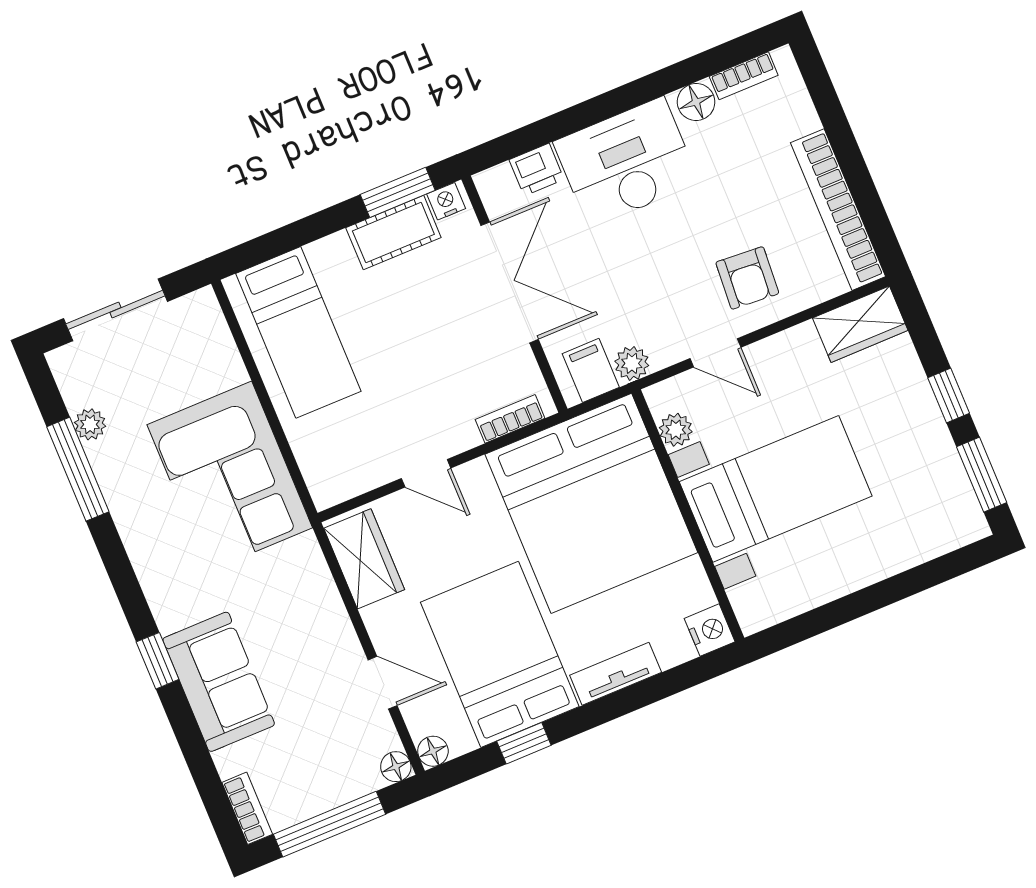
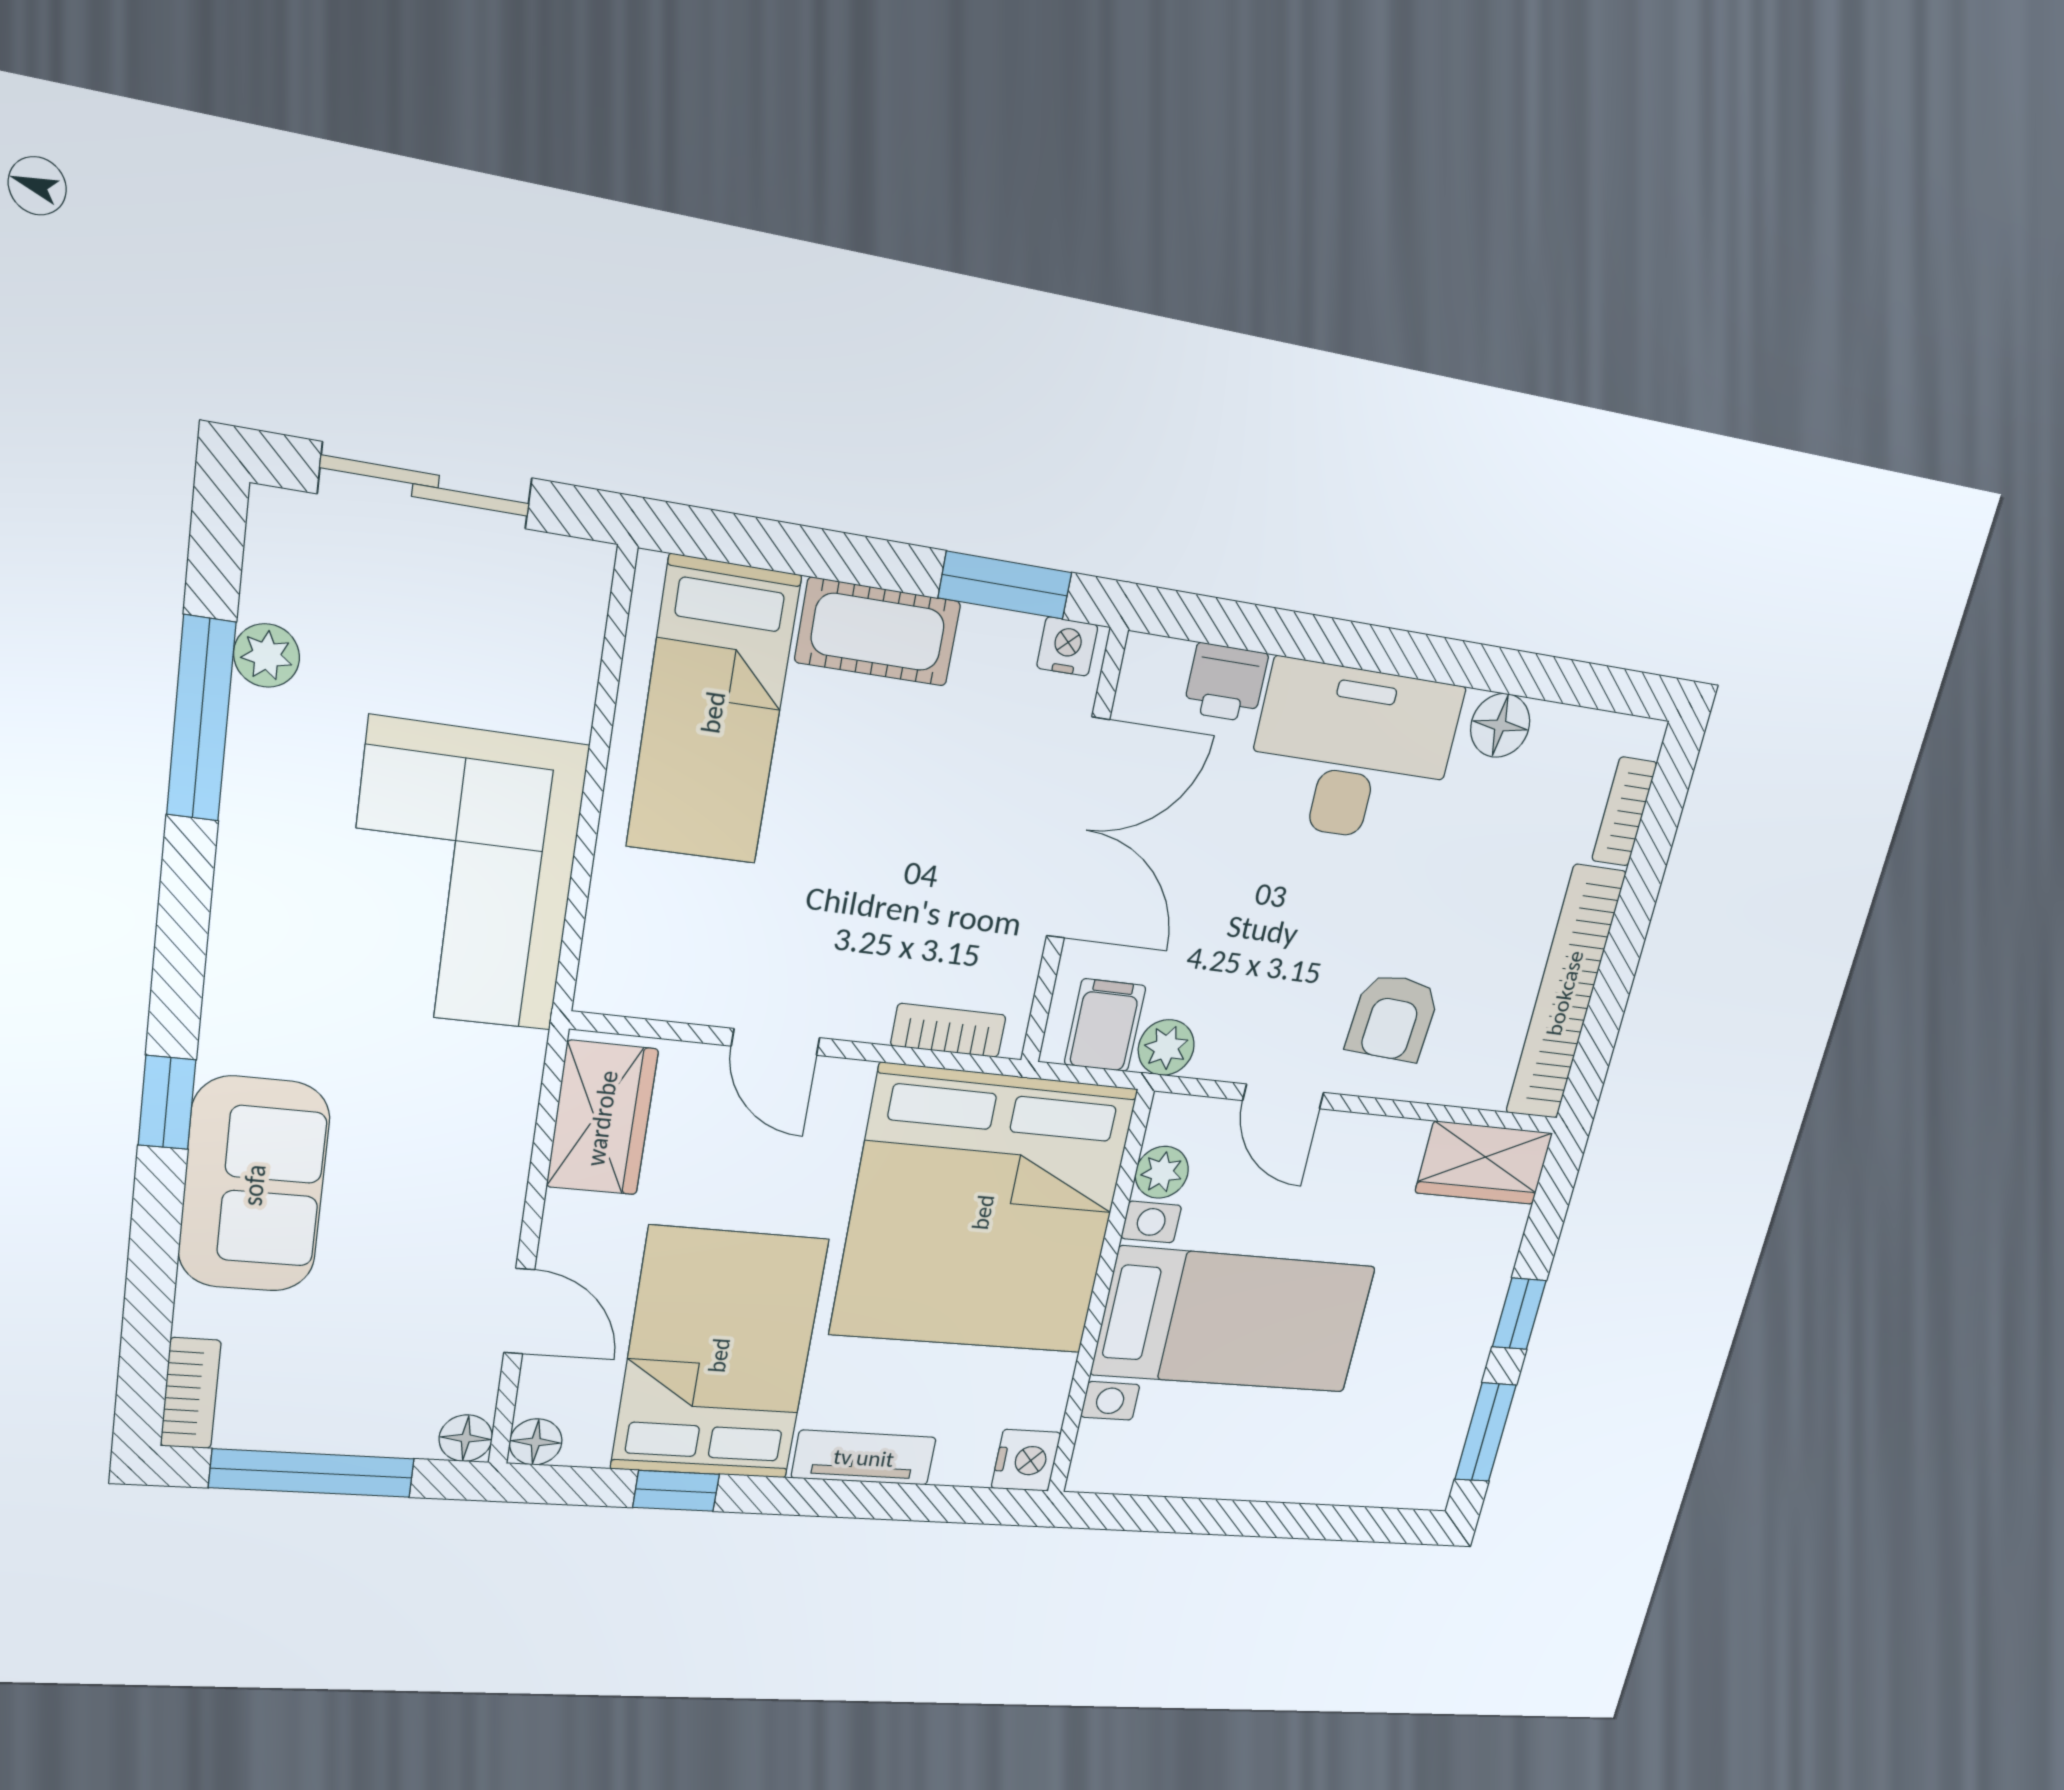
bookcase: (744, 76) -> (1624, 812), moved, turned 90
cot: (393, 233) -> (878, 632), moved

